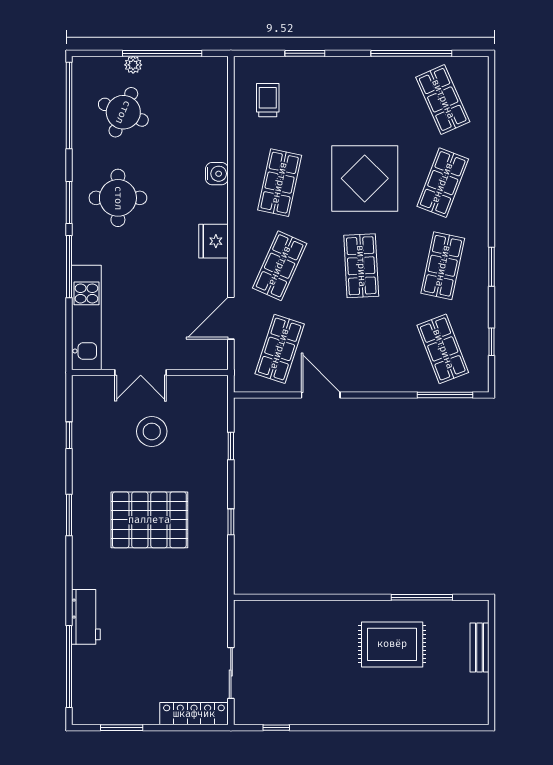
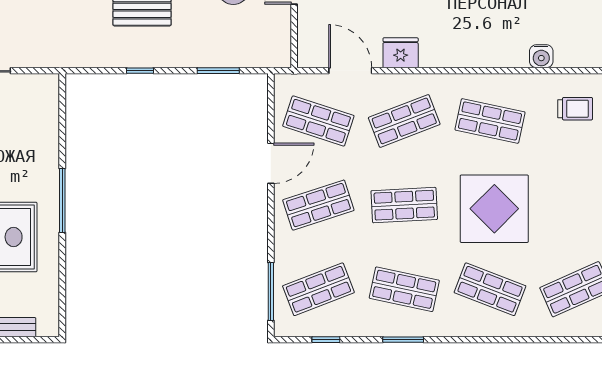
water cooler: (217, 174) -> (541, 56), moved
fridge: (213, 241) -> (401, 53), moved
shop shelf: (280, 266) -> (404, 121), turned -45
shop shelf: (361, 349) -> (318, 205), added
window: (231, 446) -> (218, 71), width x1.50
window: (422, 597) -> (62, 200), moved

